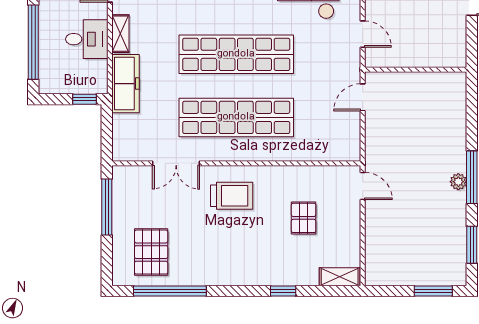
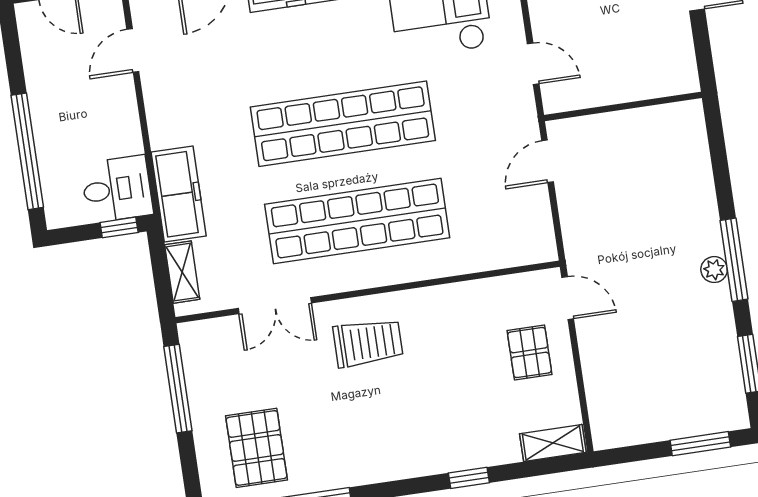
shelving: (120, 34) -> (182, 272), moved
desk: (87, 39) -> (117, 189), moved
pallet: (304, 218) -> (529, 352), moved

